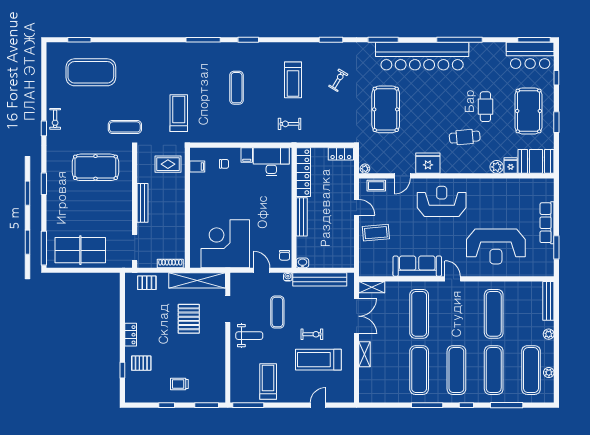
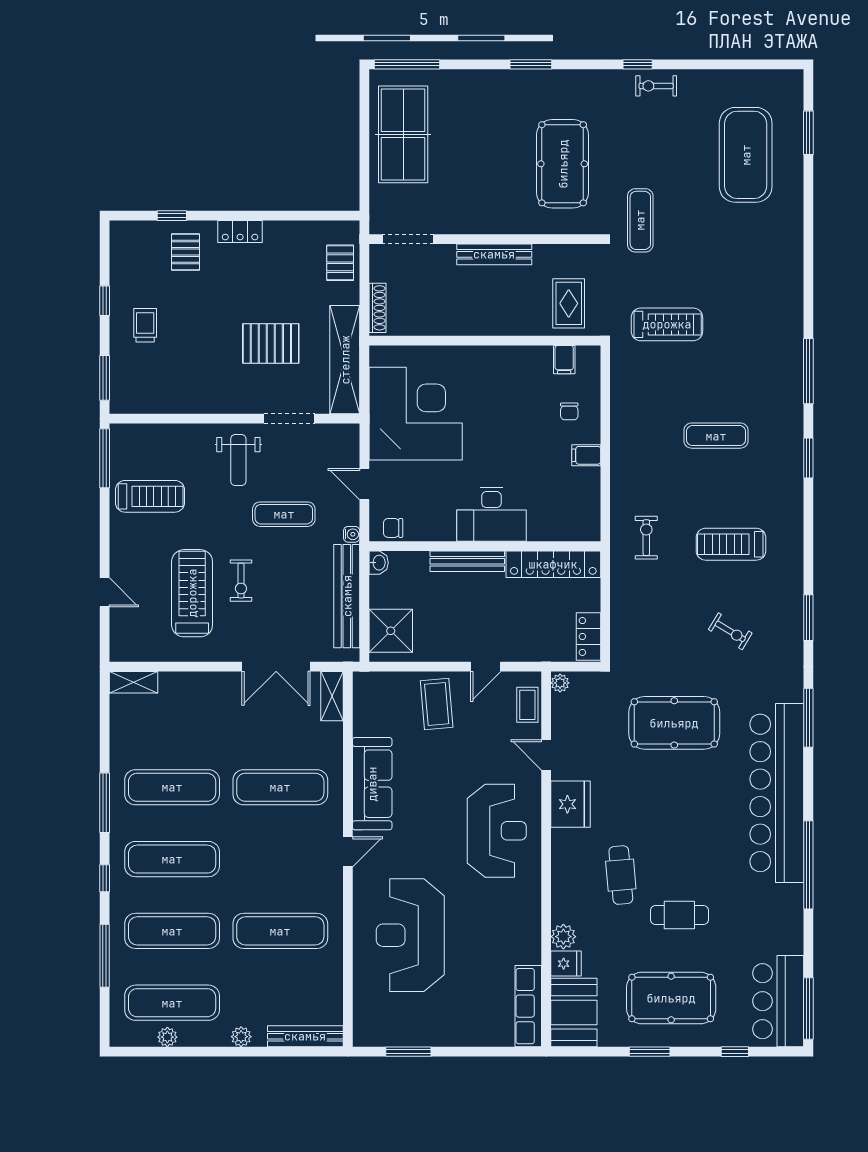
desk: (271, 162) -> (491, 514), moved, turned 90
row of seats: (547, 223) -> (528, 1006), moved, turned -90
shower: (338, 257) -> (391, 631), added
door: (262, 270) -> (364, 484), swing flipped
shelving: (365, 354) -> (133, 682), moved

